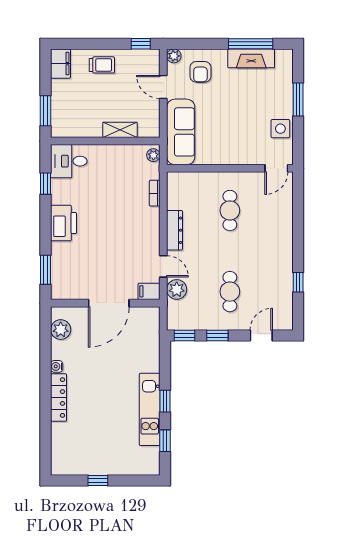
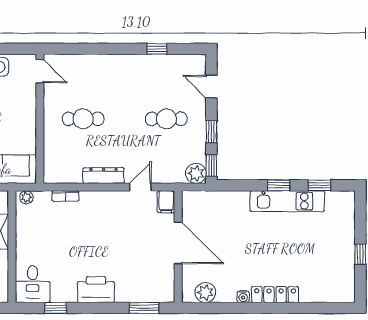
plant: (177, 289) -> (196, 173), moved

